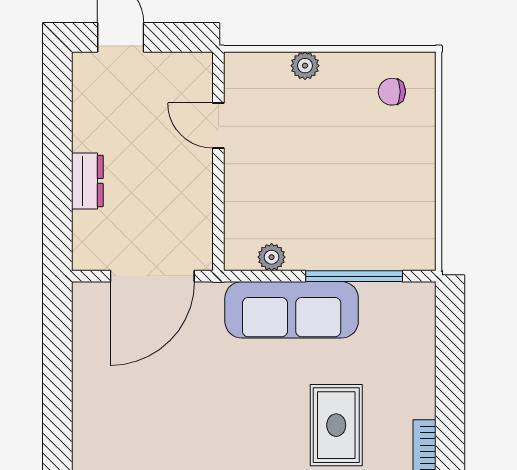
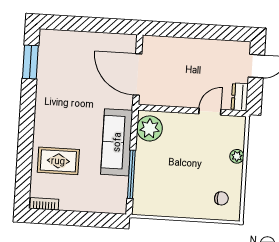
chair: (392, 92) -> (221, 198), turned 90
dresser: (87, 181) -> (240, 97), moved, turned 90
plant: (272, 257) -> (150, 128), width x1.88, depth x1.88

